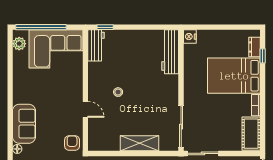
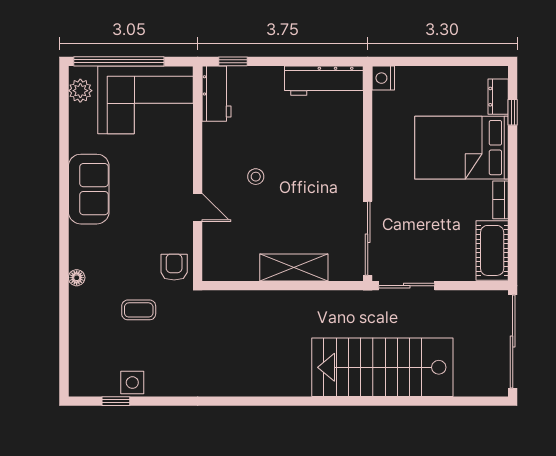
workbench: (170, 52) -> (324, 81), moved, turned -90
sofa: (24, 124) -> (89, 189), moved

